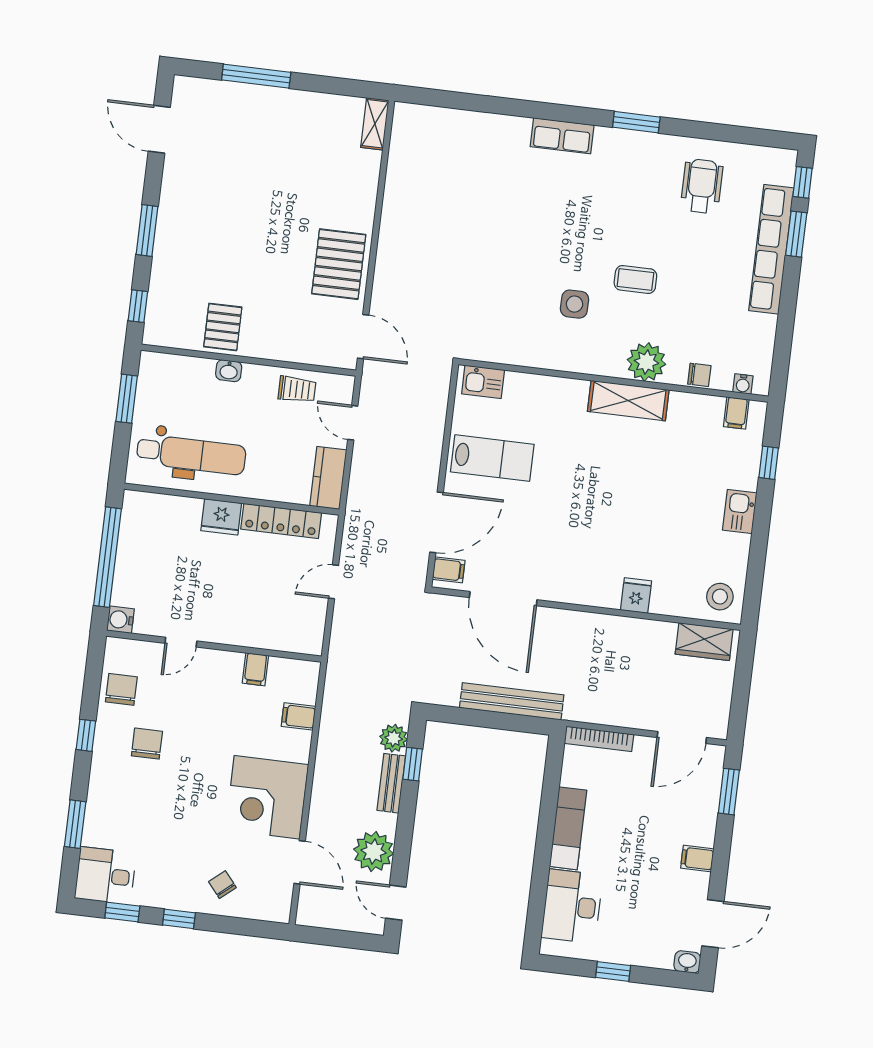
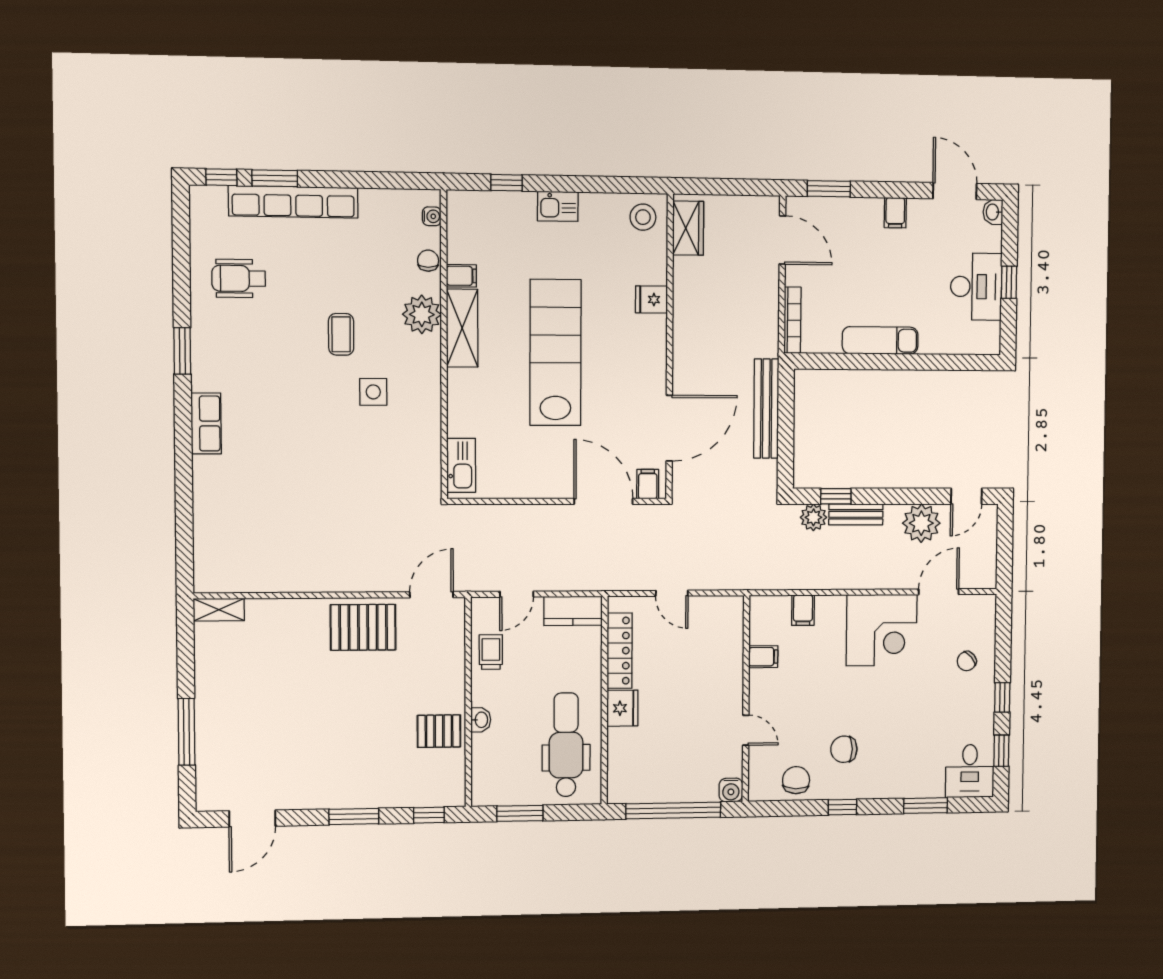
kitchen sink: (483, 382) -> (461, 465), width x1.38
filing cabinet: (736, 413) -> (461, 276), moved
lab bench: (492, 458) -> (555, 353), moved, width x1.86, depth x1.39
chair: (121, 689) -> (796, 780), turned 93
desk: (572, 906) -> (976, 287), moved, turned -90

